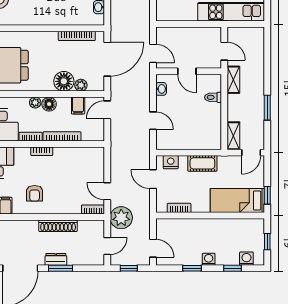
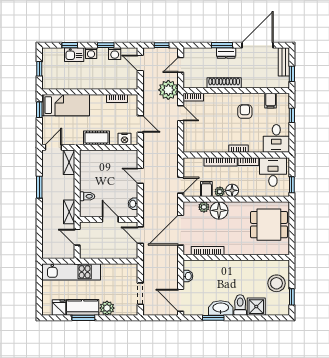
plant: (35, 103) -> (220, 192), moved
kitchen sink: (228, 258) -> (74, 55), added
washing machine: (246, 259) -> (115, 54), moved

